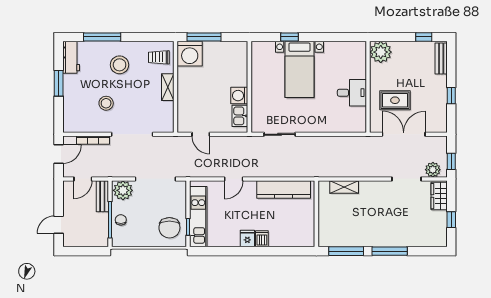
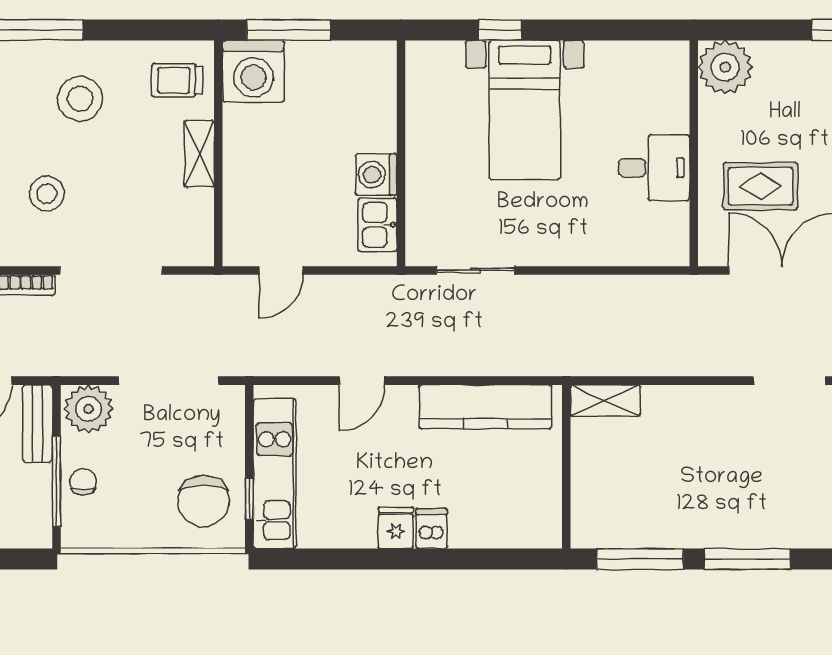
door: (201, 134) -> (281, 270), hinge flipped
shelving: (344, 187) -> (605, 400), moved

